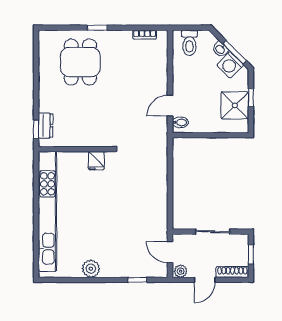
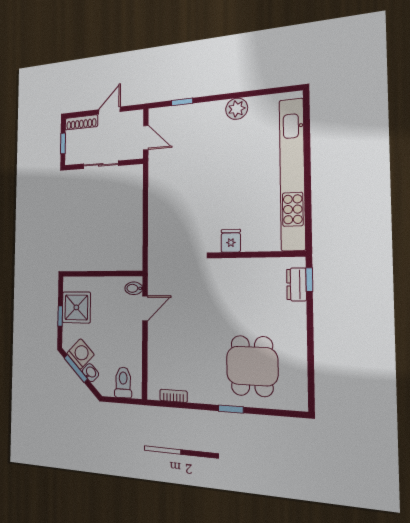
plant: (181, 271) -> (134, 117), removed

